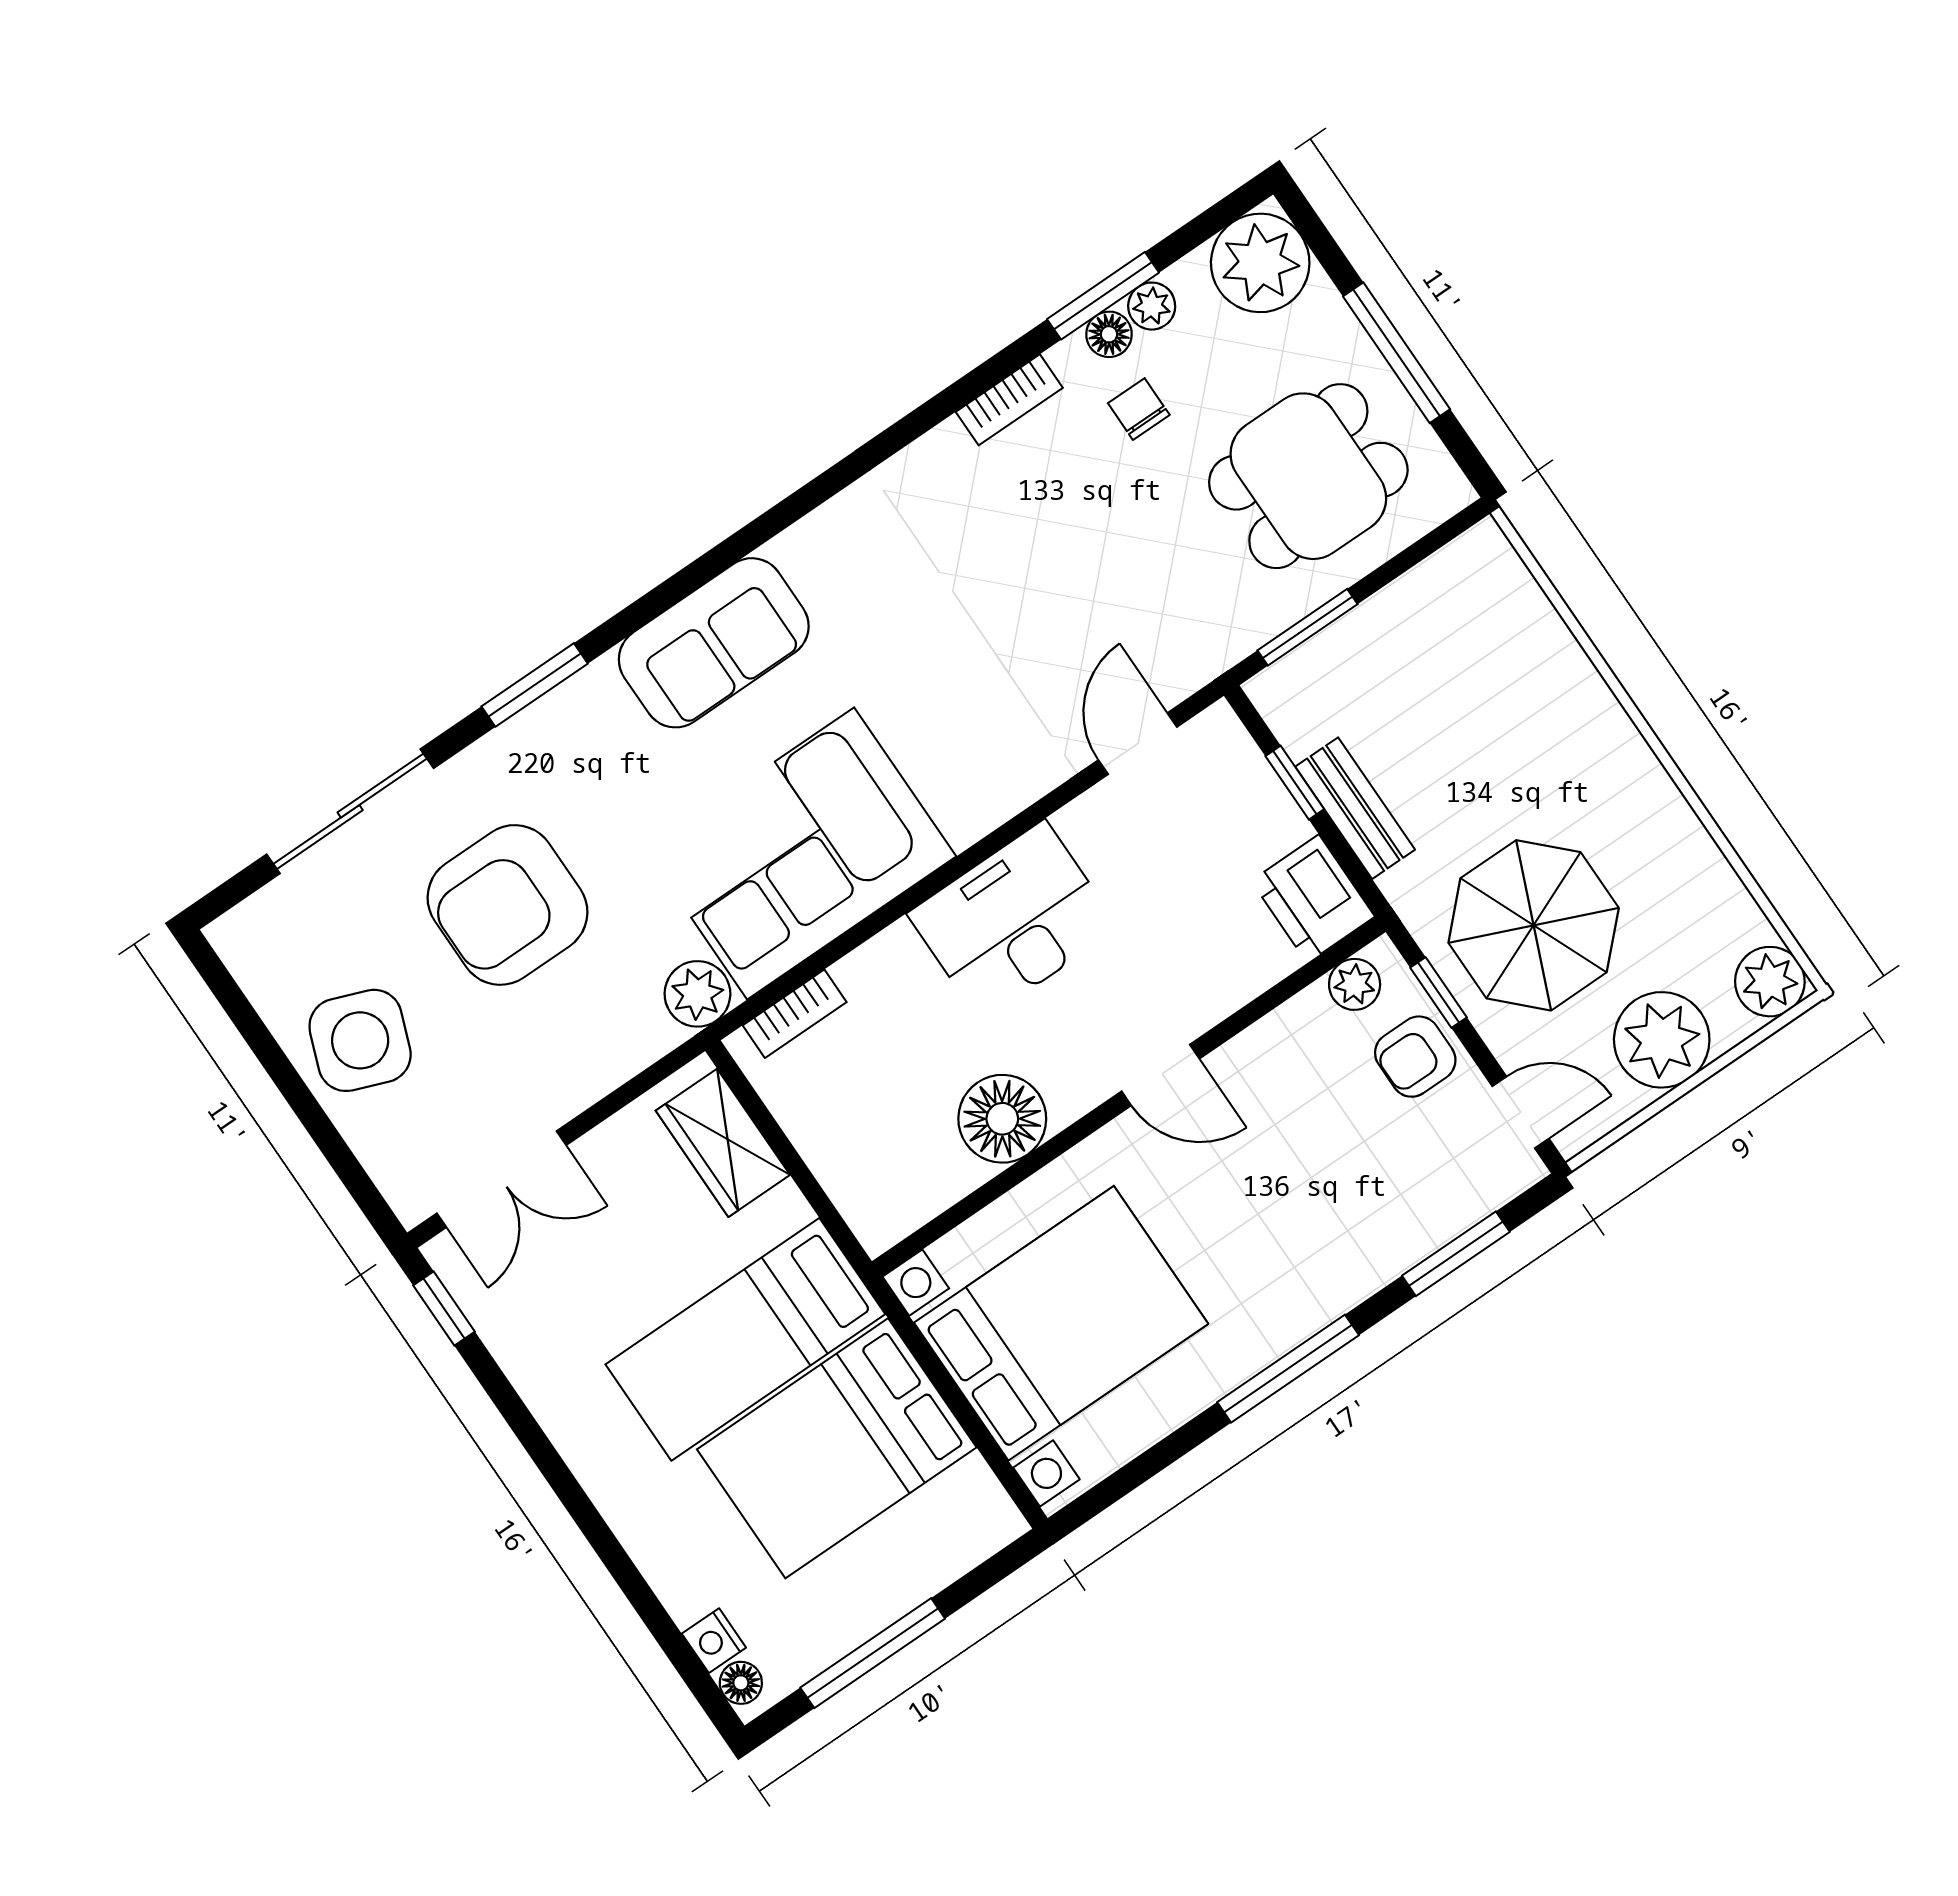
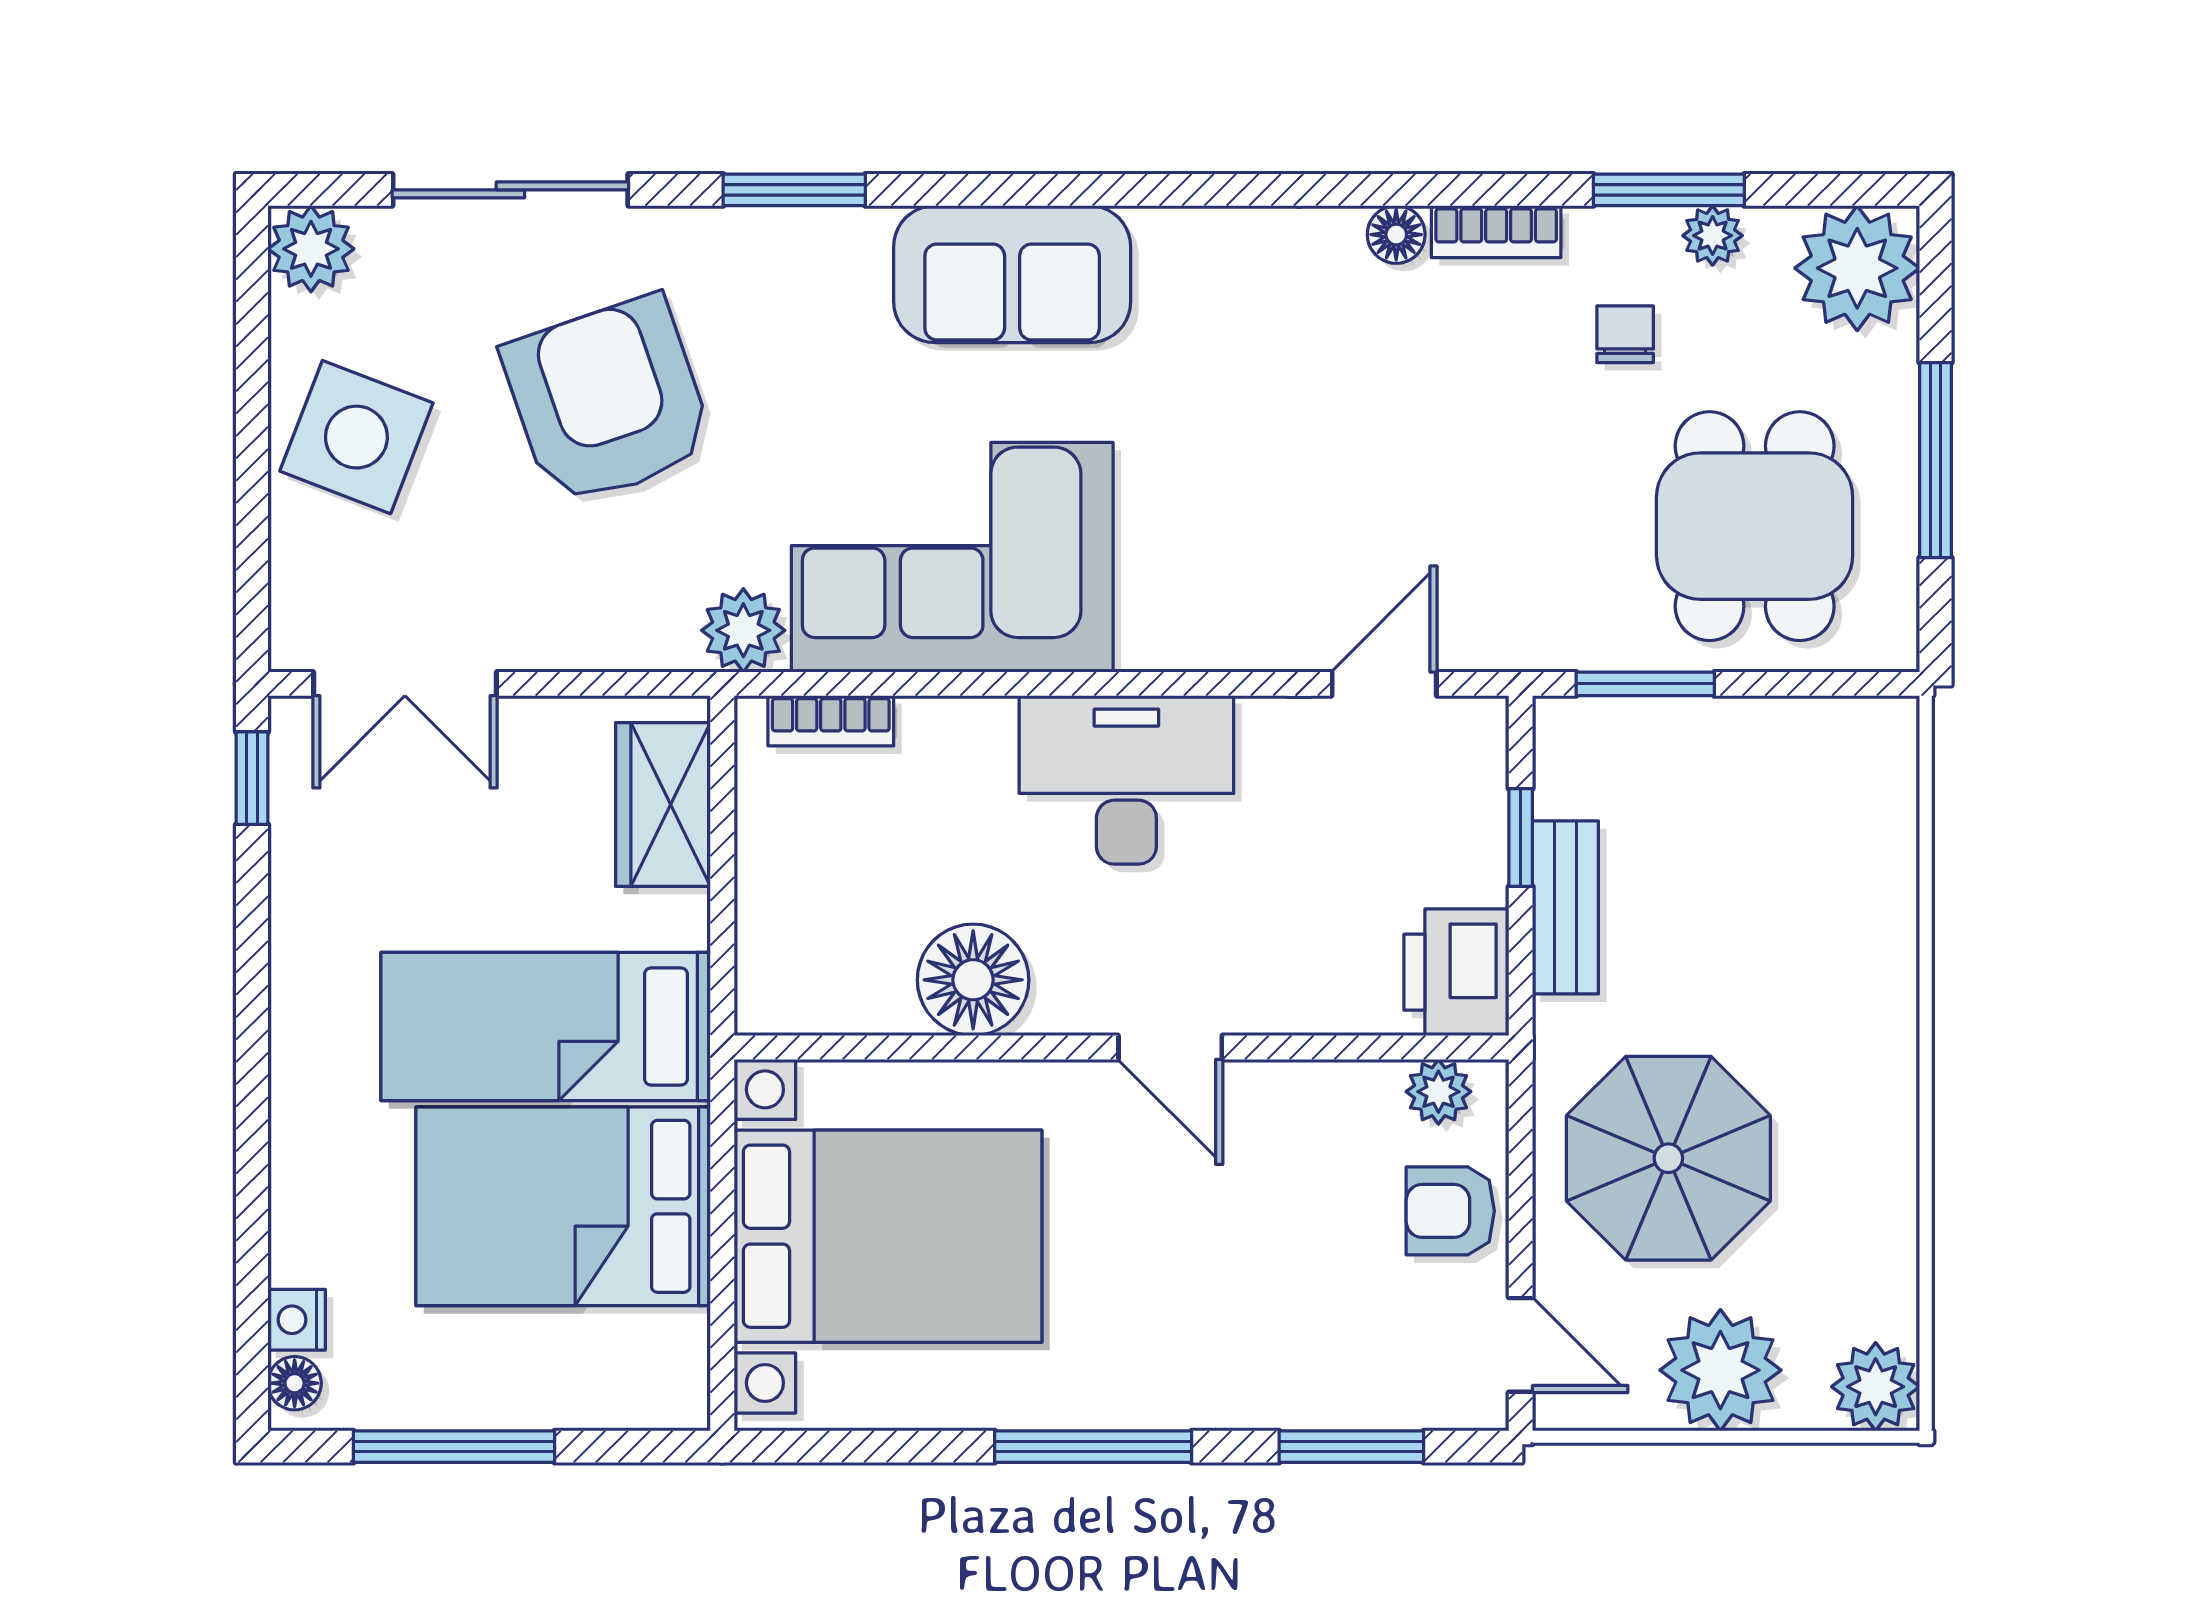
floor lamp: (1109, 334) -> (1396, 235), moved
dining table: (1308, 476) -> (1755, 526), turned 90
armchair: (507, 905) -> (608, 401), turned 71
plant: (247, 938) -> (311, 249), added
window: (1439, 993) -> (1521, 1161), removed

